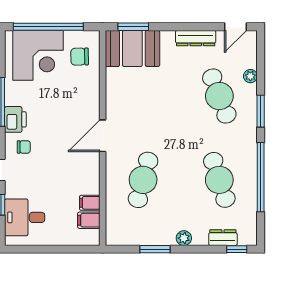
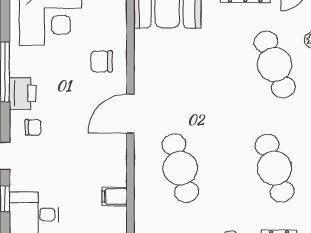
chair: (80, 57) -> (102, 61), moved
cafe table: (143, 180) -> (180, 168), turned -30
filing cabinet: (89, 220) -> (113, 218), removed

